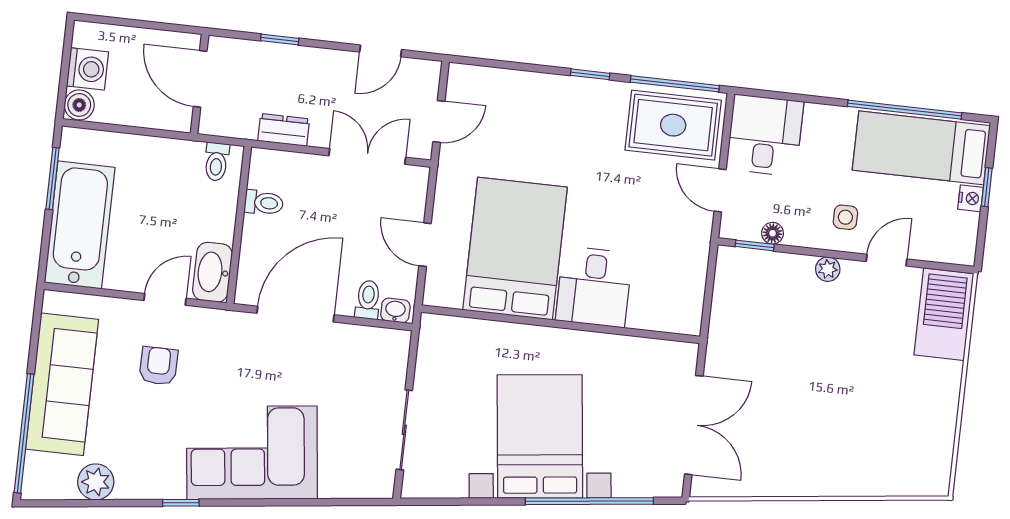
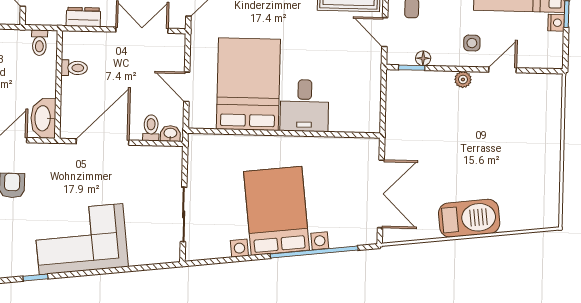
barbecue: (944, 314) -> (469, 218), moved, turned 83

